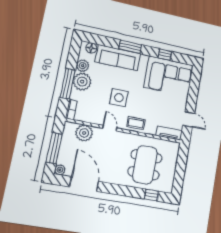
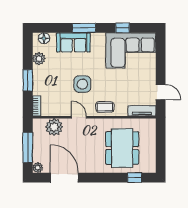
sofa: (118, 58) -> (73, 42), width x0.73
plant: (82, 82) -> (42, 75), removed
window: (68, 84) -> (28, 80), width x0.69

